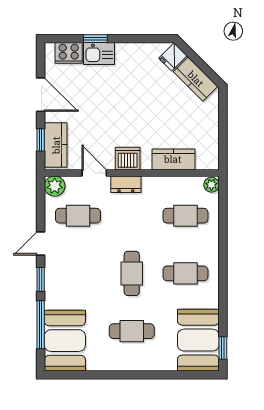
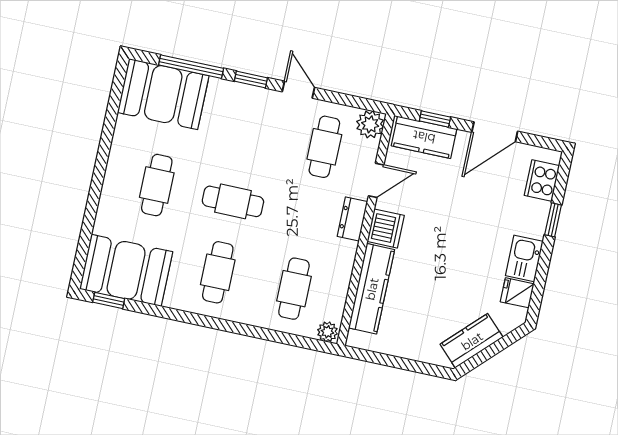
kitchen sink: (99, 54) -> (524, 258), moved
fridge: (173, 57) -> (517, 293), moved, turned -45
kitchen counter: (173, 159) -> (372, 289), width x1.50

